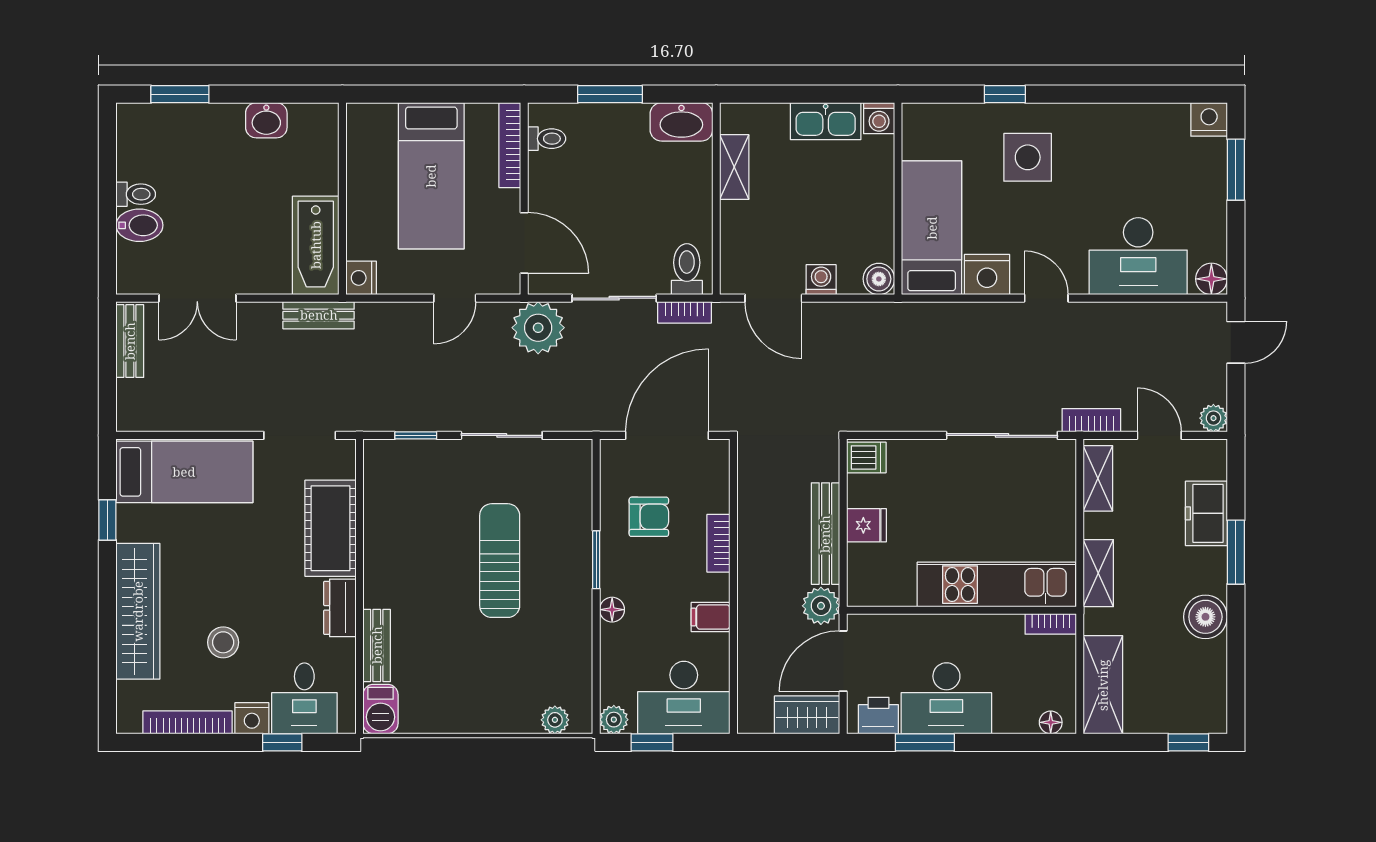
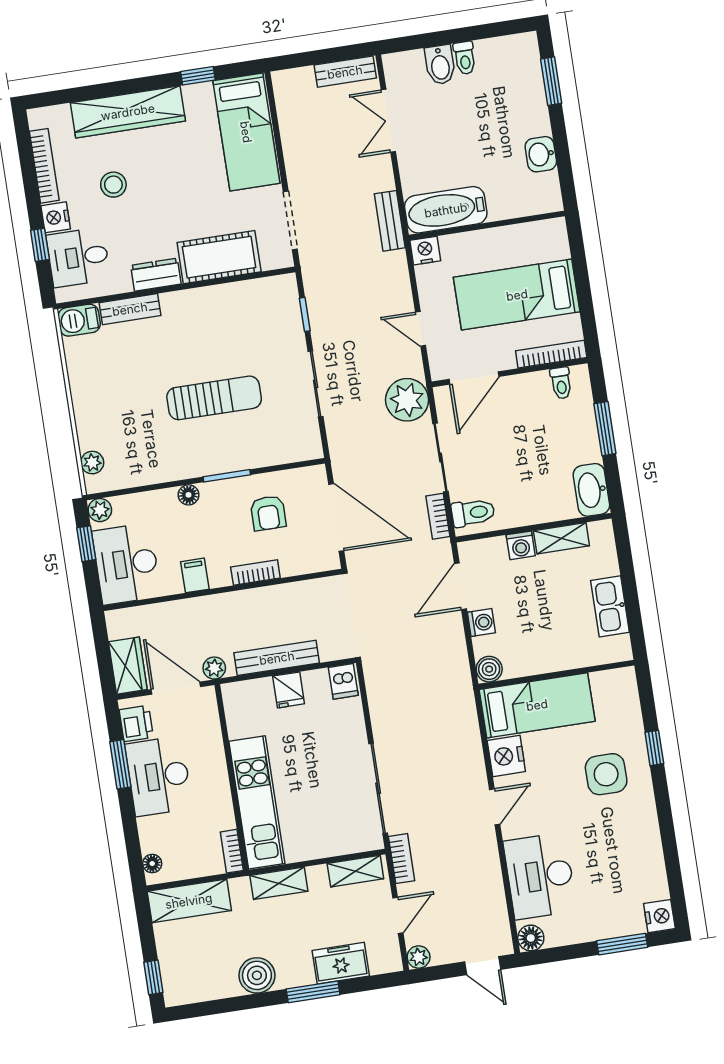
washing machine: (879, 118) -> (521, 545), moved, turned -90
plant: (821, 606) -> (214, 668), width x0.73, depth x0.73

